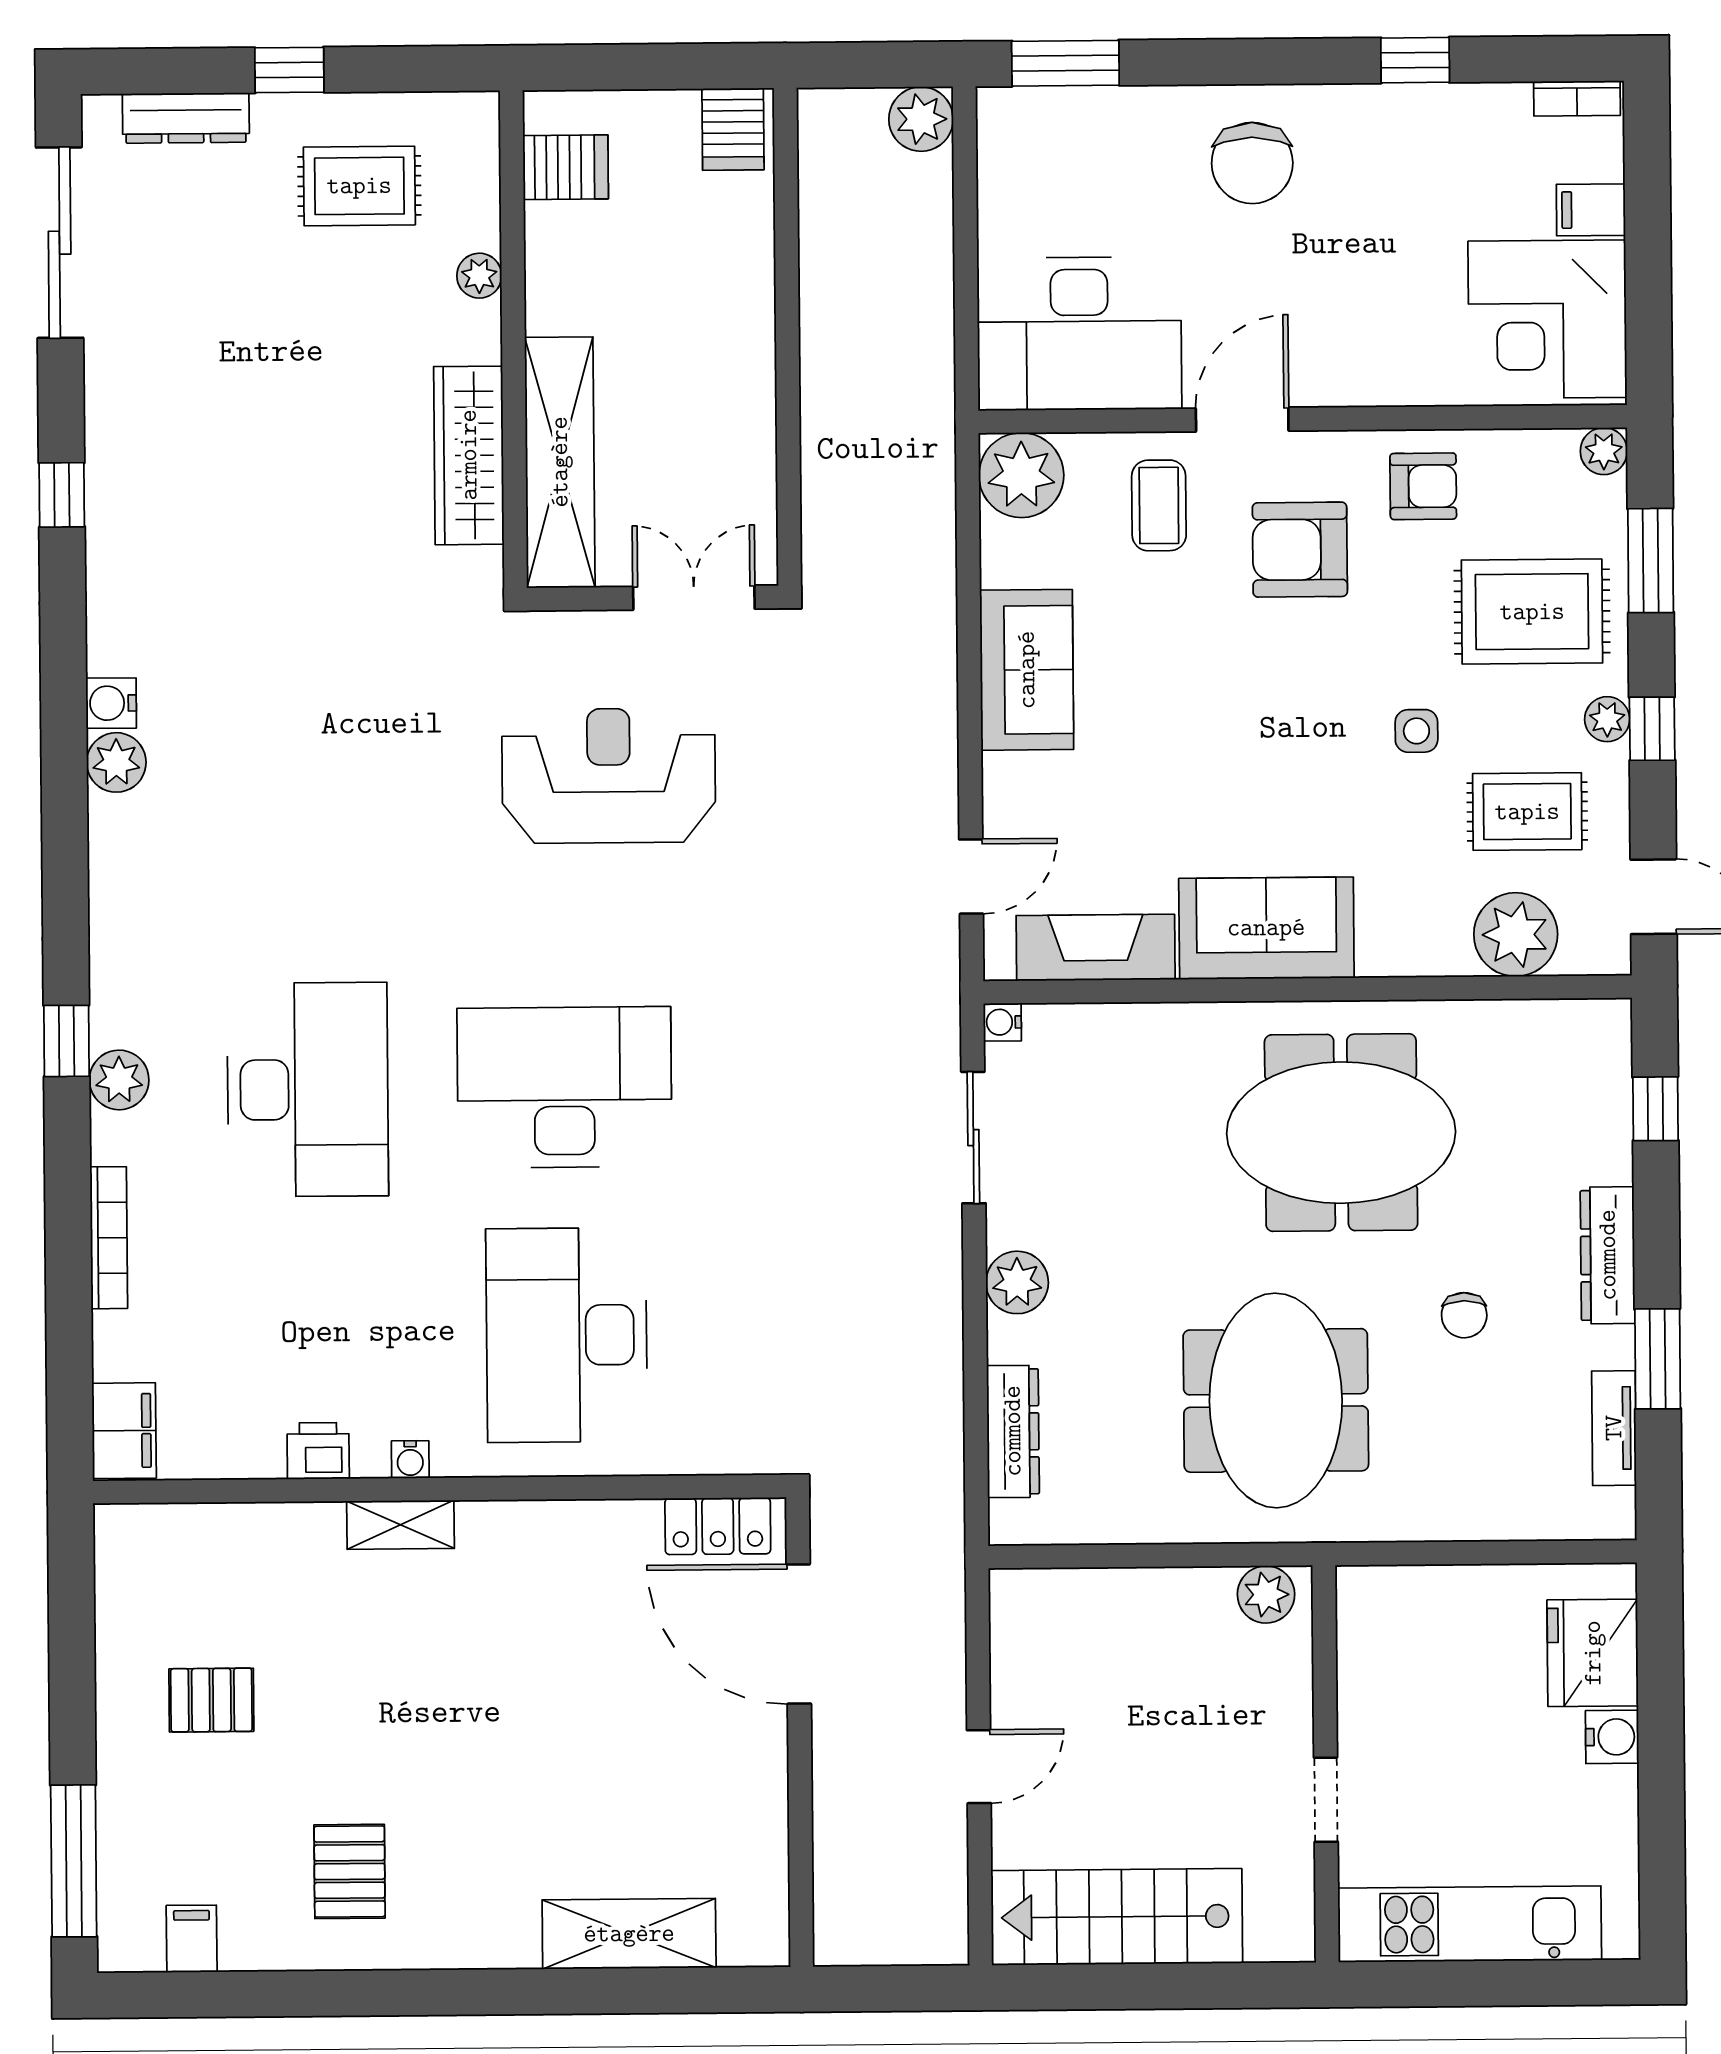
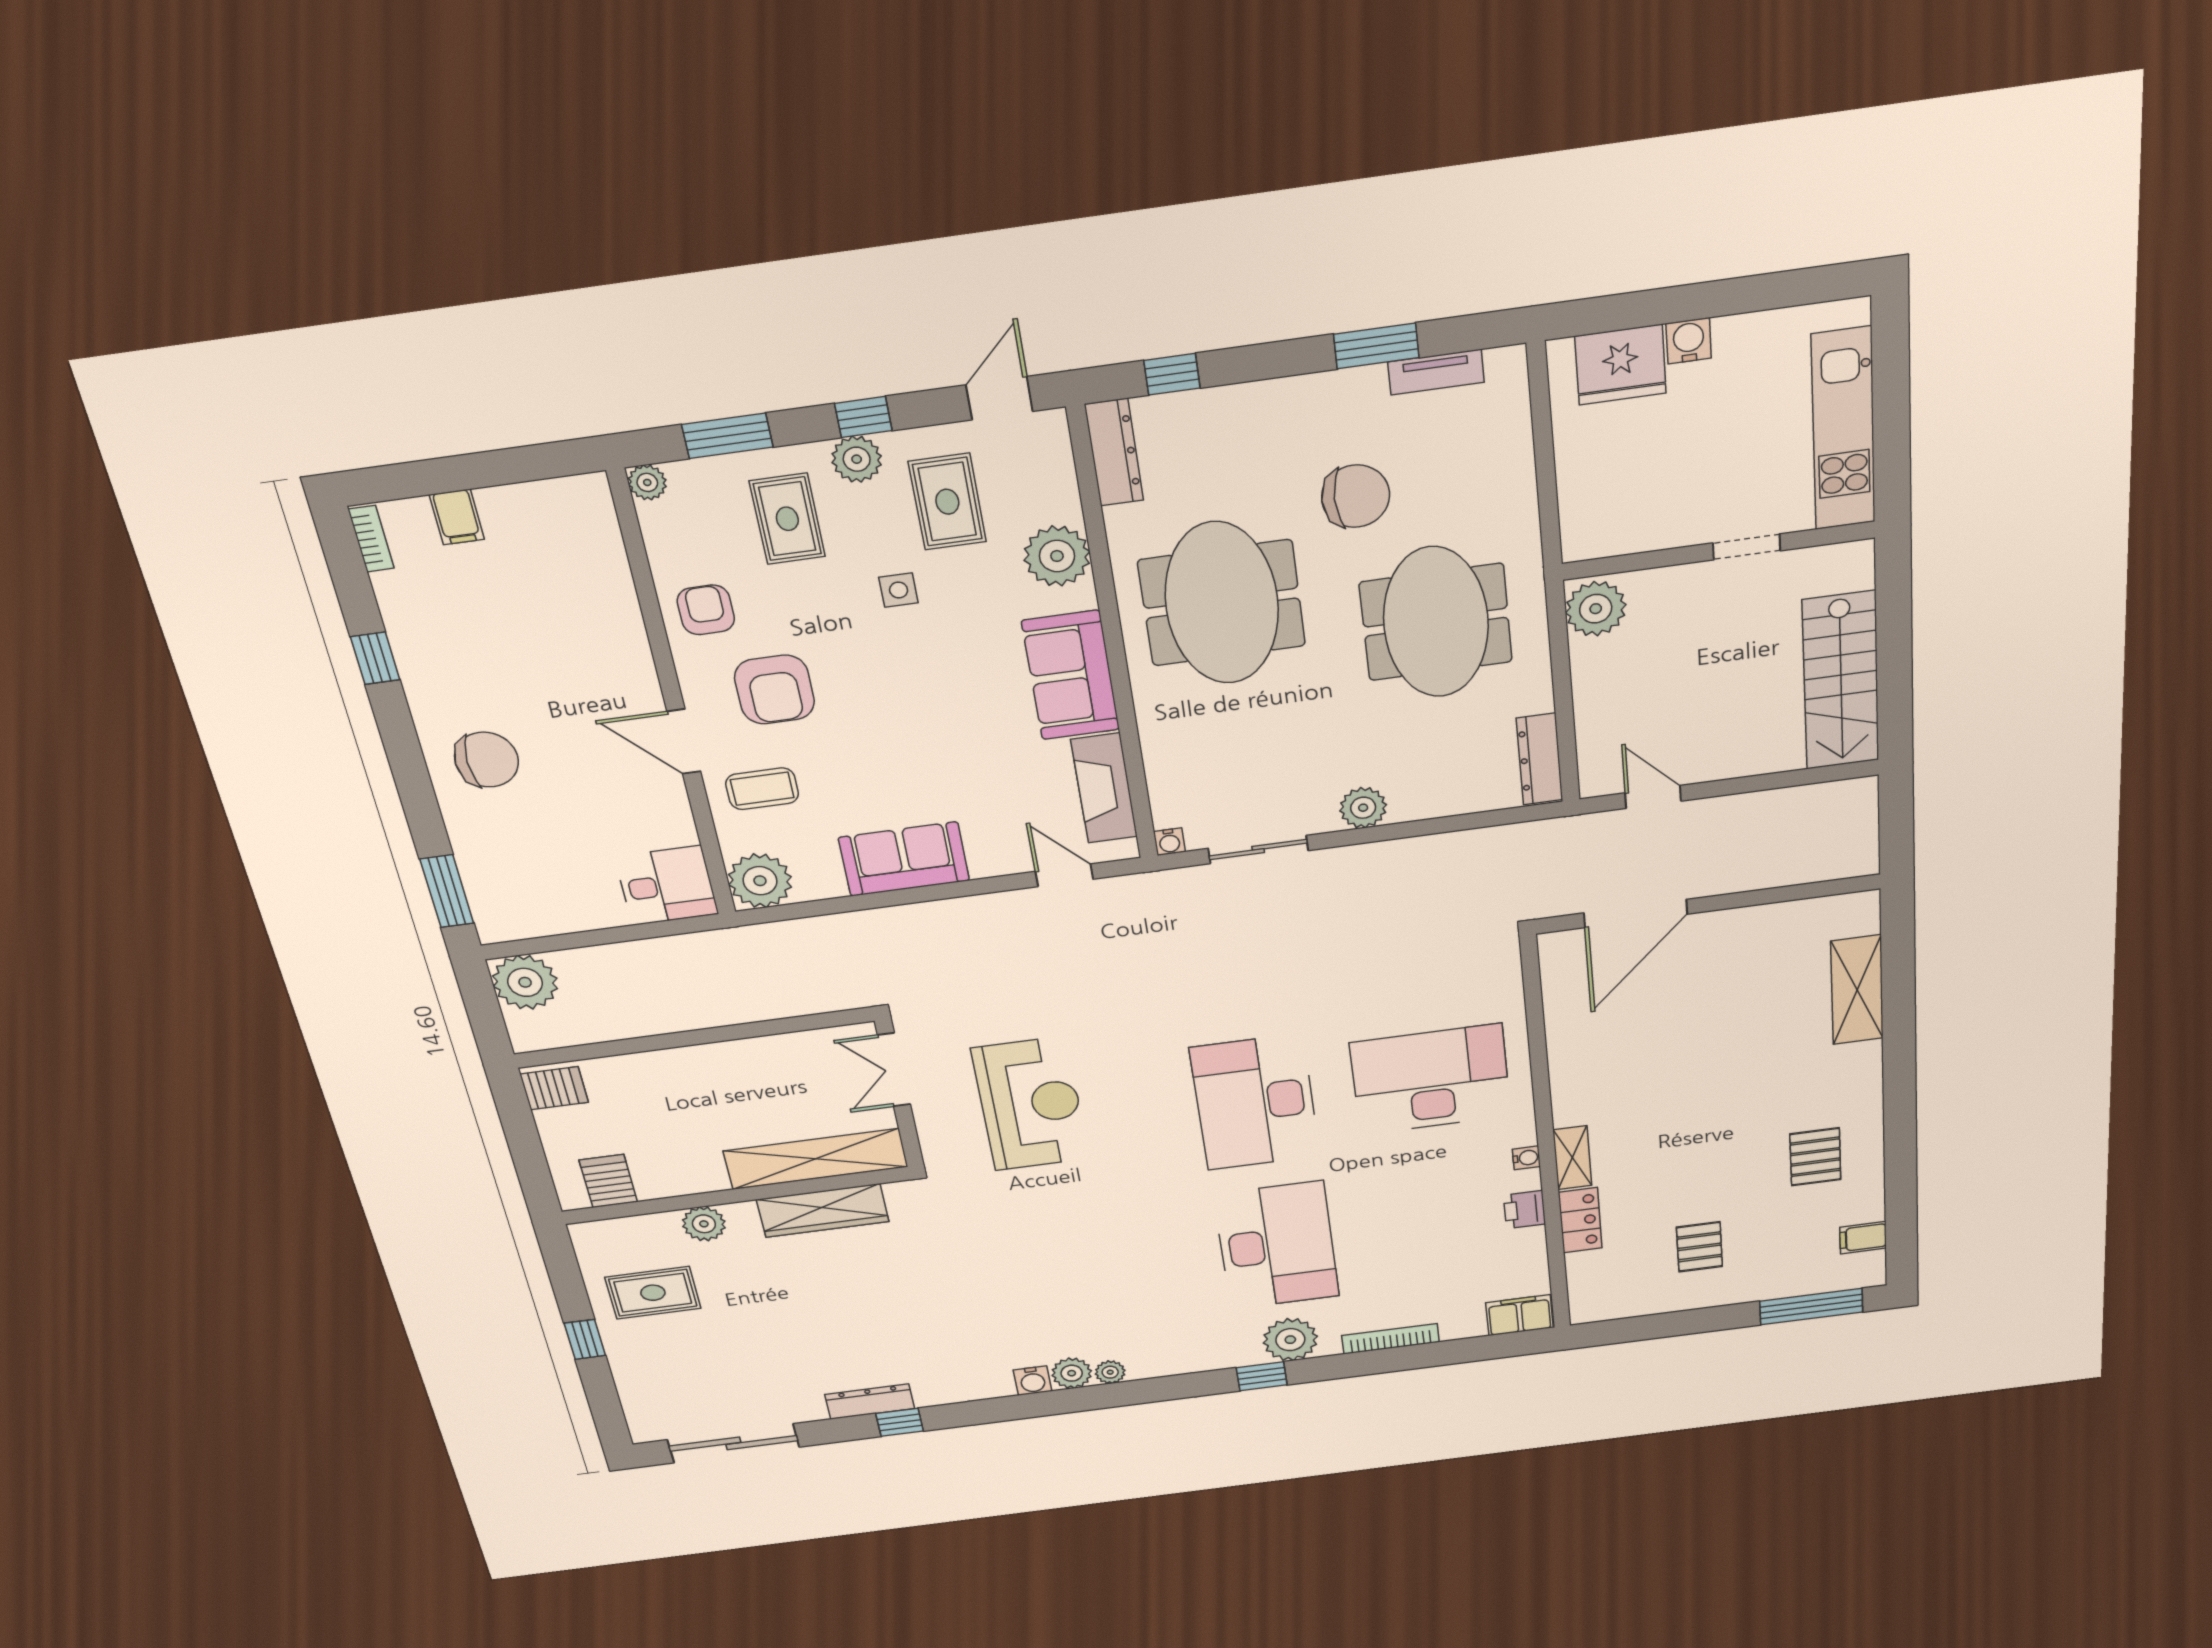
dresser: (186, 118) -> (870, 1402), moved, turned -90
plant: (921, 119) -> (525, 982), width x1.36, depth x1.36
rug: (359, 186) -> (653, 1293), turned 90
plant: (479, 276) -> (704, 1224), width x1.38, depth x1.38
corner desk: (1547, 319) -> (552, 538), removed
desk: (1079, 334) -> (667, 885), width x0.53, depth x0.77
rug: (1532, 612) -> (787, 519), width x0.73, depth x0.70
plant: (1607, 719) -> (857, 459), width x1.38, depth x1.38
reception desk: (609, 776) -> (1030, 1104), turned 180
plant: (109, 819) -> (1110, 1372), added
plant: (1516, 935) -> (1057, 556), moved
plant: (119, 1080) -> (1290, 1340), width x1.36, depth x1.36
desk: (308, 1090) -> (1277, 1245), turned 90
dresser: (1608, 1255) -> (1114, 452), moved, turned -90
chair: (1464, 1315) -> (1356, 496), width x1.87, depth x1.87
desk: (567, 1335) -> (1431, 1079), turned 180
meeting table: (1276, 1400) -> (1436, 622), turned 90
dresser: (1013, 1431) -> (1539, 759), moved, turned -90
locker: (718, 1526) -> (1580, 1220), moved
plant: (1266, 1594) -> (1596, 609), width x1.36, depth x1.36
door: (979, 1767) -> (1653, 797), moved
pallet: (350, 1871) -> (1815, 1157), turned 90

